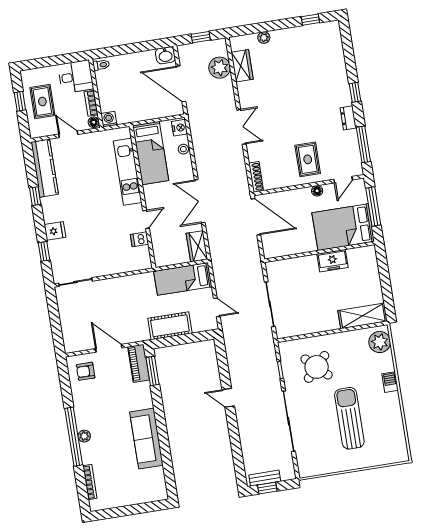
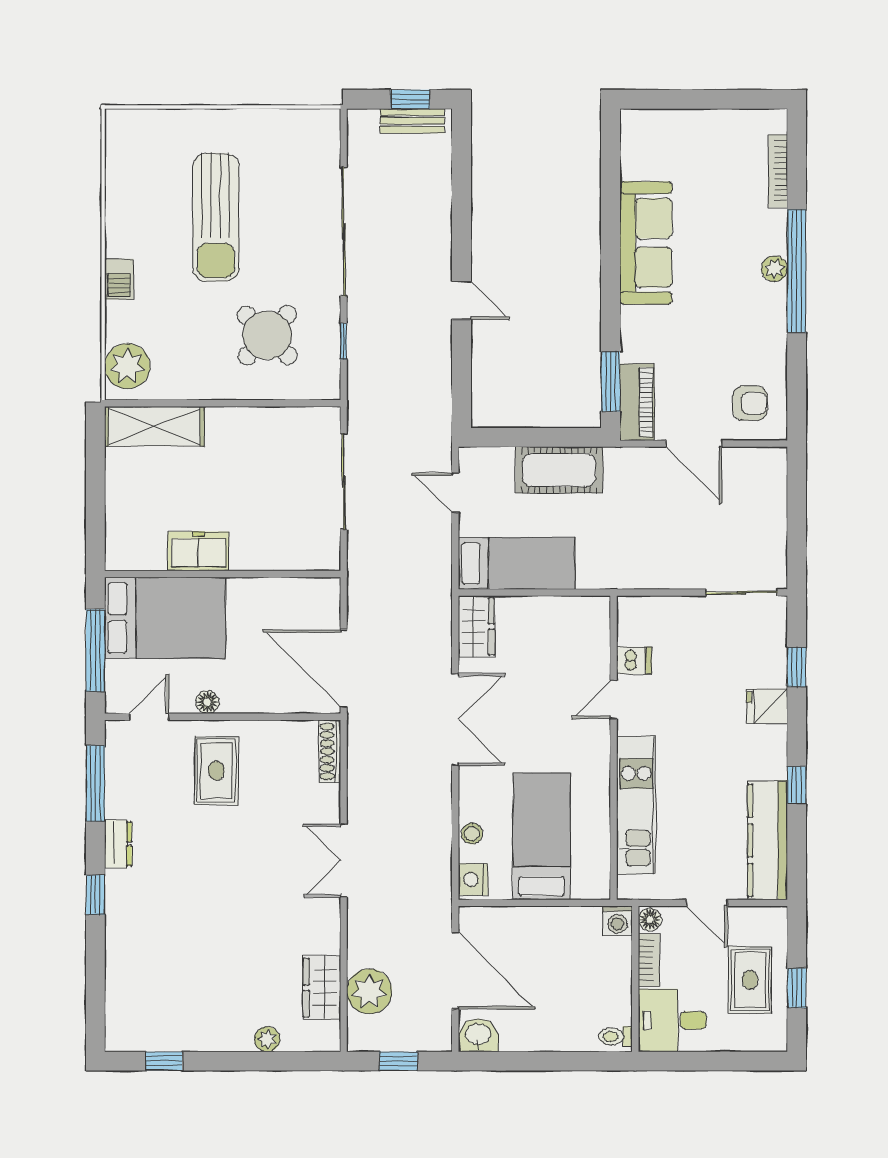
kitchen unit: (128, 172) -> (636, 805), moved
wall: (142, 197) -> (614, 748), moved
door: (146, 219) -> (614, 700), moved
dishwasher: (139, 239) -> (634, 660), moved

